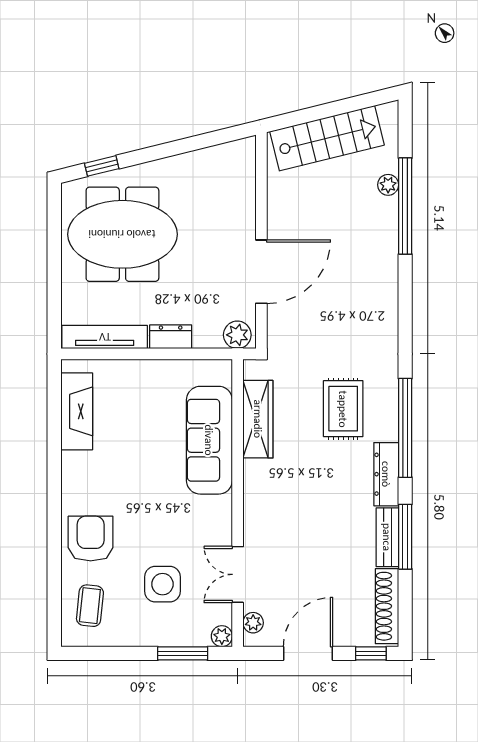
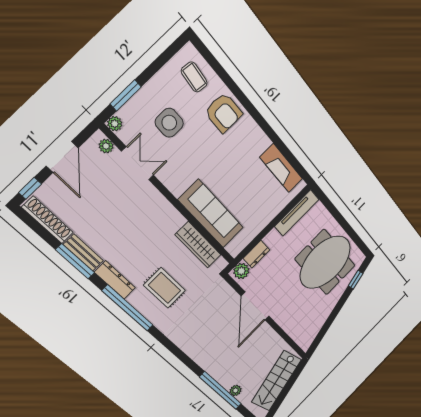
dresser: (171, 337) -> (256, 254), moved

